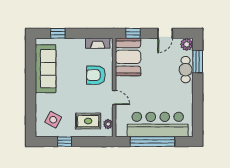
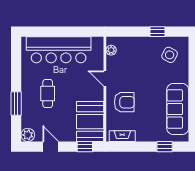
door: (165, 33) -> (51, 147), hinge flipped
window: (198, 62) -> (16, 104), moved
cafe table: (186, 70) -> (48, 93), moved
rug: (88, 121) -> (132, 53), removed
window: (152, 142) -> (64, 32), removed

